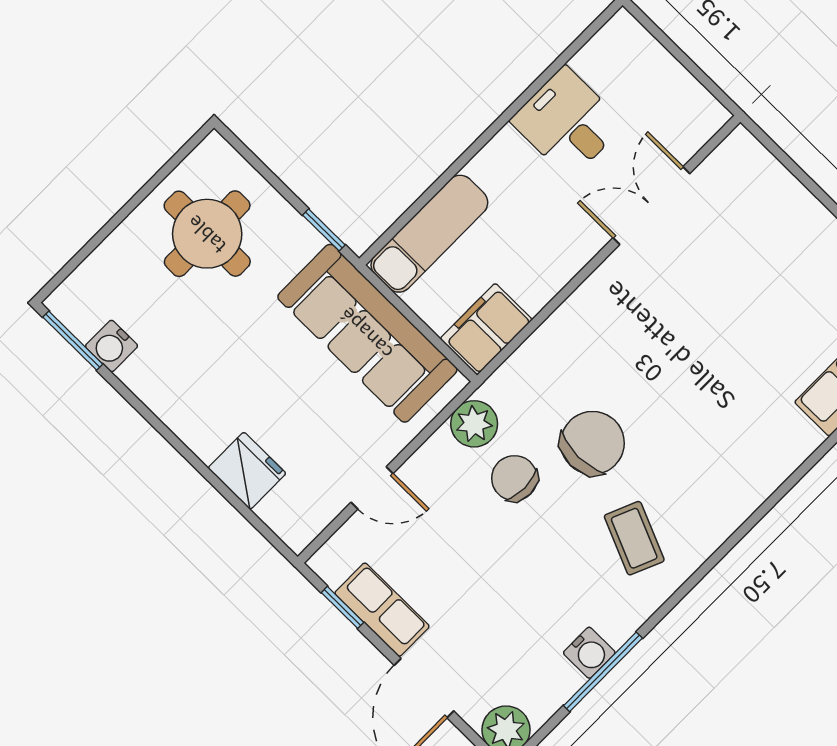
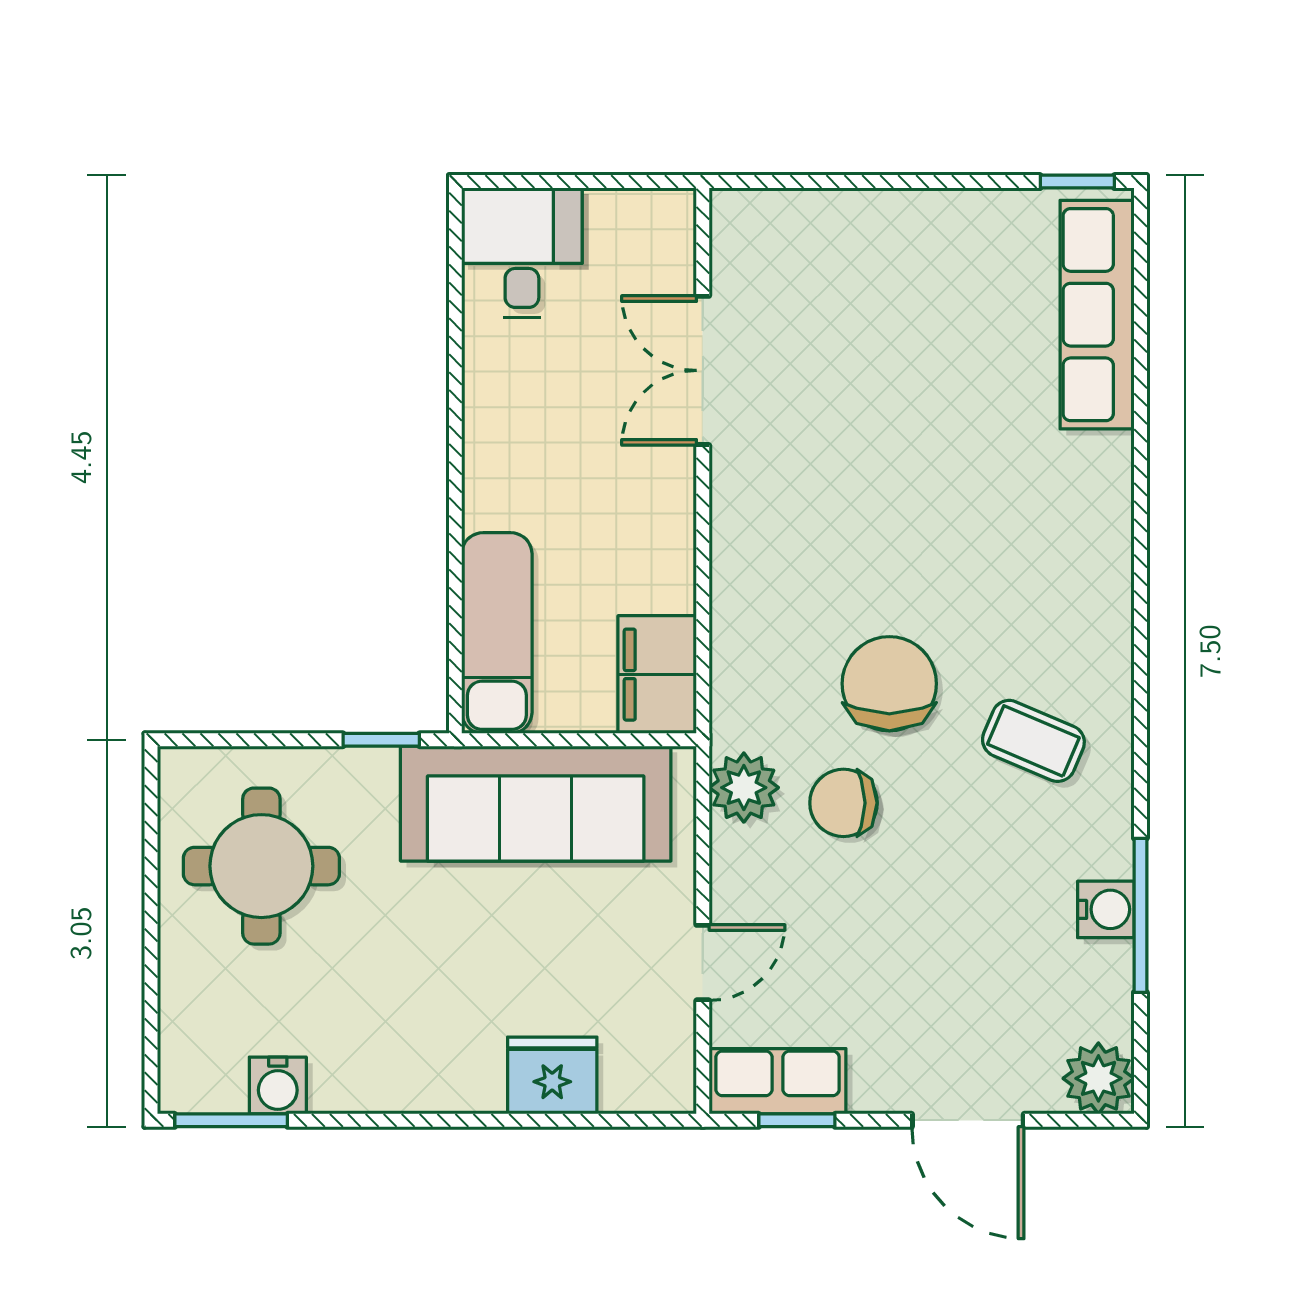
desk: (567, 123) -> (522, 253), moved, turned 90
row of seats: (382, 610) -> (778, 1081), moved

